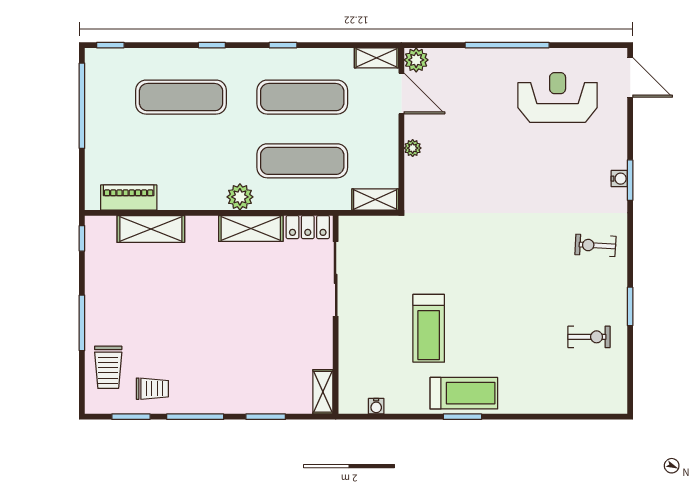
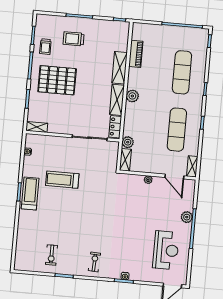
plant: (416, 60) -> (187, 217), moved
door: (401, 94) -> (174, 177), hinge flipped
exercise mat: (302, 161) -> (147, 127), removed
piano: (129, 198) -> (136, 54), moved
plant: (338, 198) -> (128, 142), added
shelving: (151, 229) -> (120, 68), moved
pallet: (221, 358) -> (57, 80), added
trolley: (108, 367) -> (74, 39), moved
treadmill: (464, 393) -> (30, 194), turned 180

